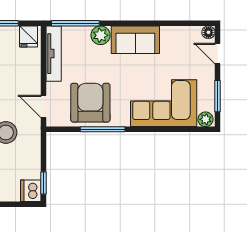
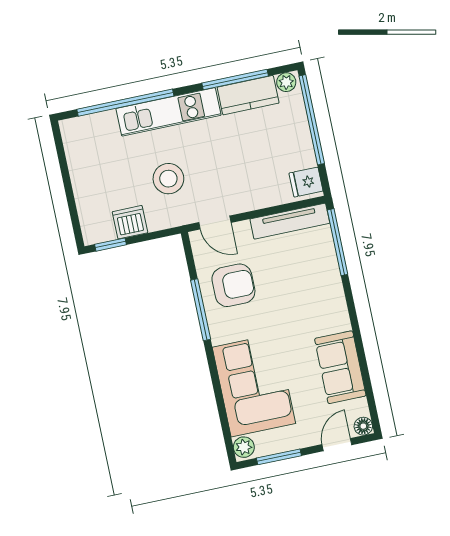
plant: (101, 35) -> (328, 280), removed
sofa: (135, 40) -> (340, 367), moved
armchair: (90, 103) -> (233, 285), width x0.73, depth x0.73
door: (44, 106) -> (215, 223), swing flipped
dishwasher: (31, 191) -> (130, 222), moved

